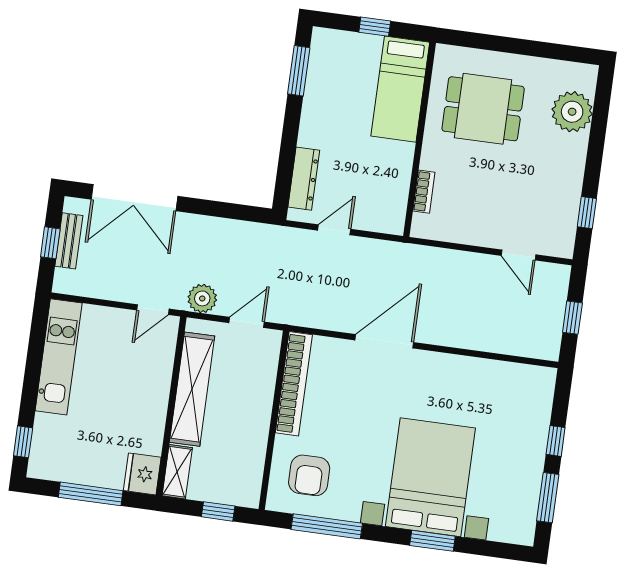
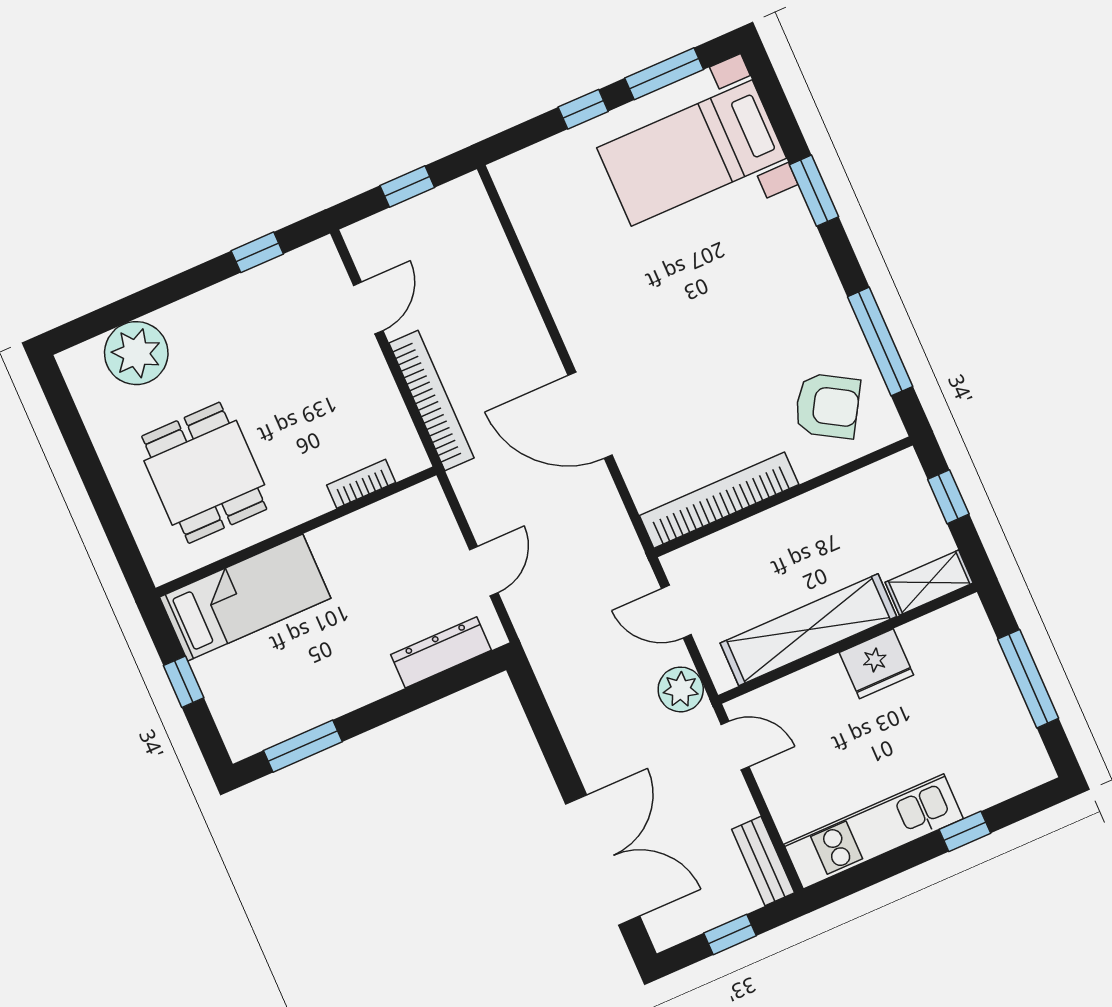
door: (334, 230) -> (484, 571), swing flipped
bench: (69, 241) -> (763, 861), moved, turned 90
bookcase: (446, 259) -> (431, 400), added
window: (23, 442) -> (965, 831), moved
fridge: (142, 474) -> (876, 664), moved
armchair: (309, 475) -> (827, 406), turned 31
bed with nightstands: (430, 477) -> (692, 153), moved, width x0.73

